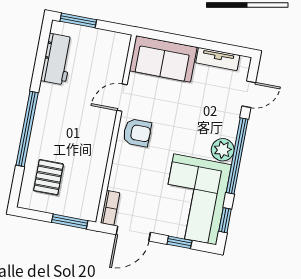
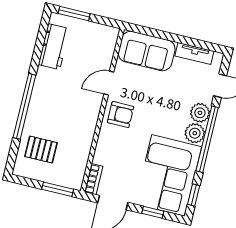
plant: (227, 126) -> (200, 113), added
pallet: (48, 177) -> (41, 150), turned 90

